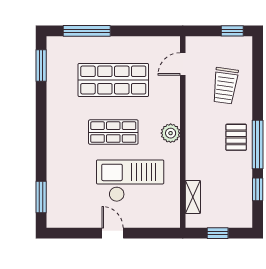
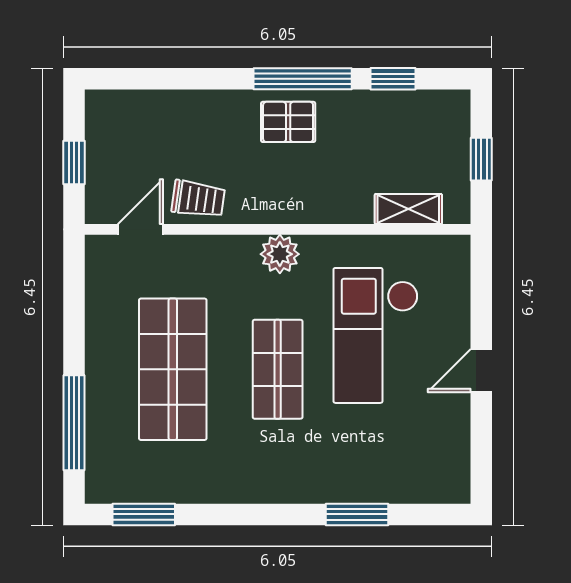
window: (232, 31) -> (74, 163), moved
door: (183, 64) -> (140, 229), swing flipped
trolley: (225, 86) -> (198, 199), moved, width x0.73, depth x0.72
window: (41, 197) -> (357, 514), moved

